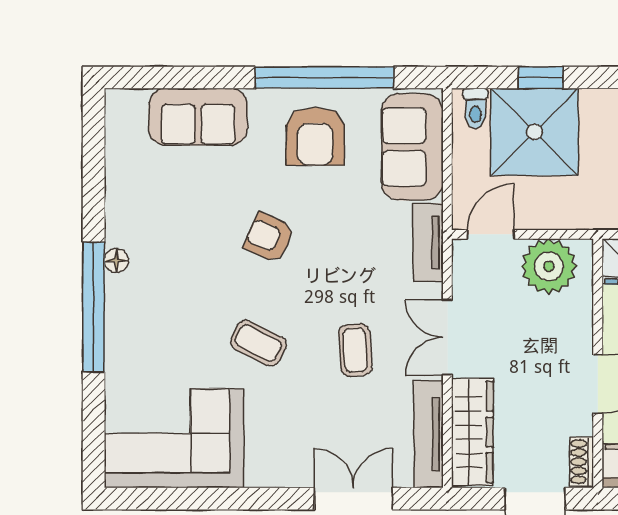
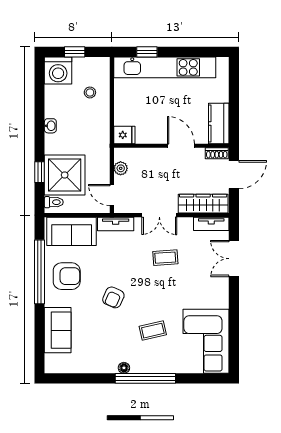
plant: (549, 266) -> (121, 168), width x0.53, depth x0.53
coffee table: (258, 343) -> (153, 331), moved, turned 50
tv unit: (428, 434) -> (211, 224), width x0.71

